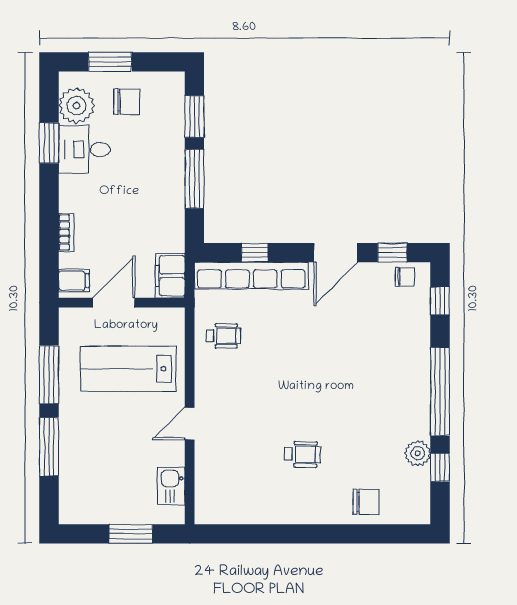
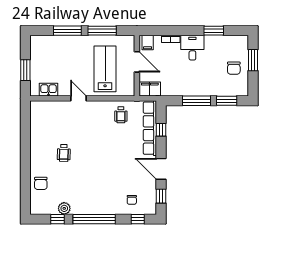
plant: (77, 106) -> (232, 44), removed
desk: (84, 149) -> (192, 48), moved
chair: (405, 277) -> (132, 200), moved

